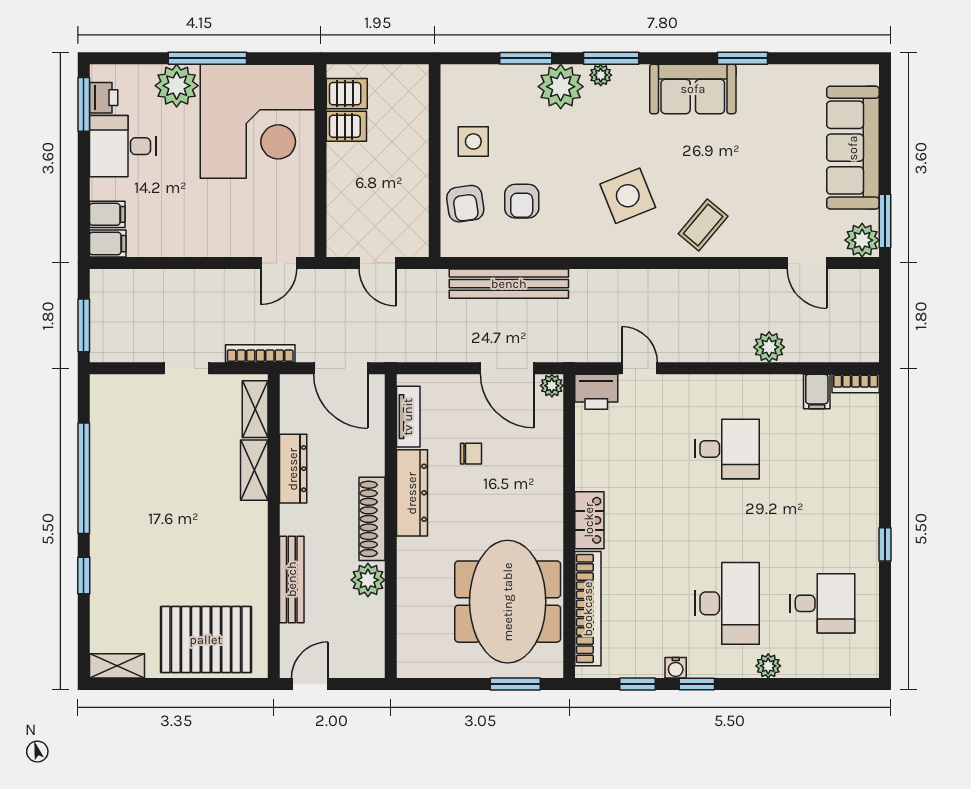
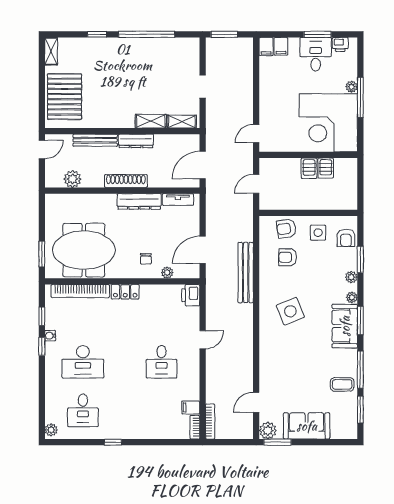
window: (611, 58) -> (360, 320), moved
window: (743, 58) -> (360, 370), width x1.44
window: (821, 58) -> (360, 410), added
plant: (177, 86) -> (352, 87), width x0.53, depth x0.53
armchair: (484, 87) -> (346, 238), added
plant: (561, 87) -> (351, 277), width x0.53, depth x0.53
sofa: (693, 89) -> (345, 326), moved
server rack: (347, 94) -> (309, 168), moved
window: (84, 104) -> (318, 34), moved
sofa: (853, 148) -> (307, 426), width x0.73
coffee table: (703, 225) -> (342, 384), moved, turned -40
door: (279, 263) -> (256, 134), hinge flipped
bench: (509, 284) -> (246, 273), moved
plant: (769, 347) -> (213, 383), removed
bookcase: (260, 354) -> (210, 422), moved
door: (640, 368) -> (203, 340), moved
plant: (552, 386) -> (167, 273), moved
chair: (471, 454) -> (146, 259), moved
dresser: (293, 469) -> (136, 141), moved
plant: (368, 580) -> (72, 179), moved
plant: (768, 666) -> (51, 430), moved
door: (310, 684) -> (42, 149), hinge flipped

